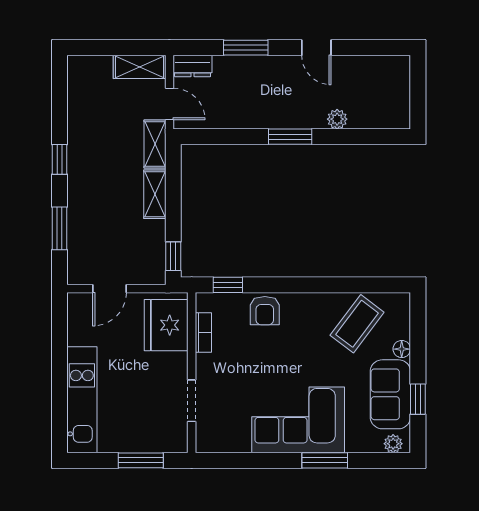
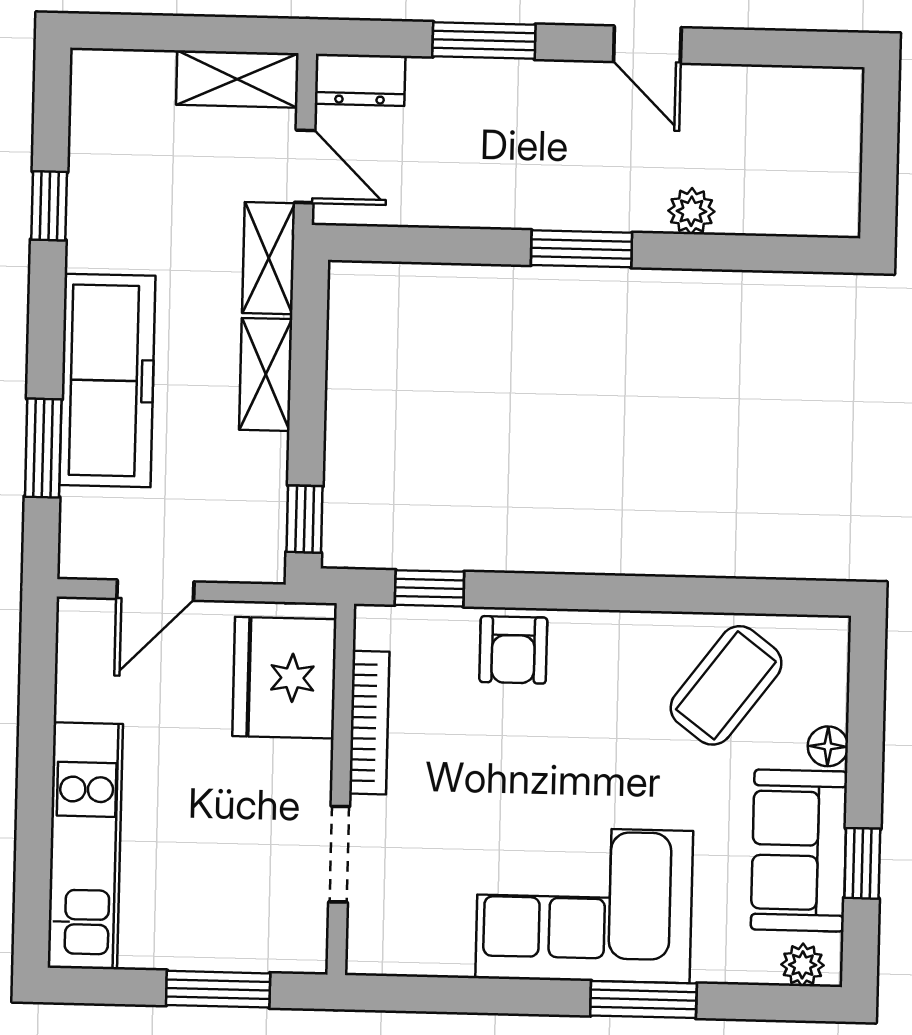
window: (59, 159) -> (49, 206), moved
freezer: (87, 199) -> (107, 380), added
bookcase: (203, 332) -> (369, 723), width x1.56

